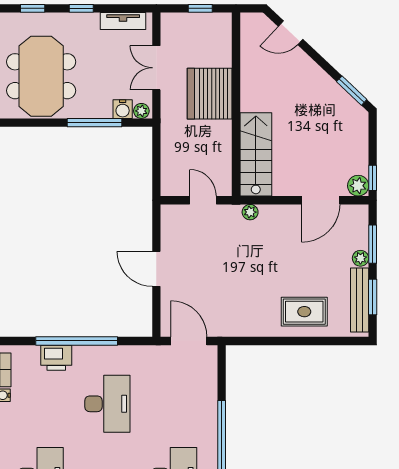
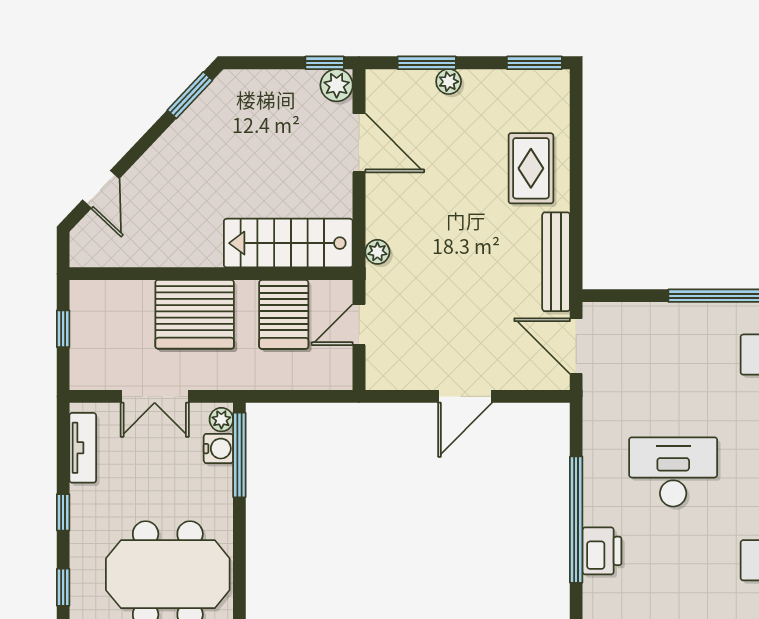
window: (95, 123) -> (239, 455), moved
server rack: (210, 151) -> (284, 314), added
window: (373, 297) -> (534, 63), moved
bench: (360, 300) -> (556, 262), moved, turned 90
door: (189, 341) -> (576, 346), hinge flipped

